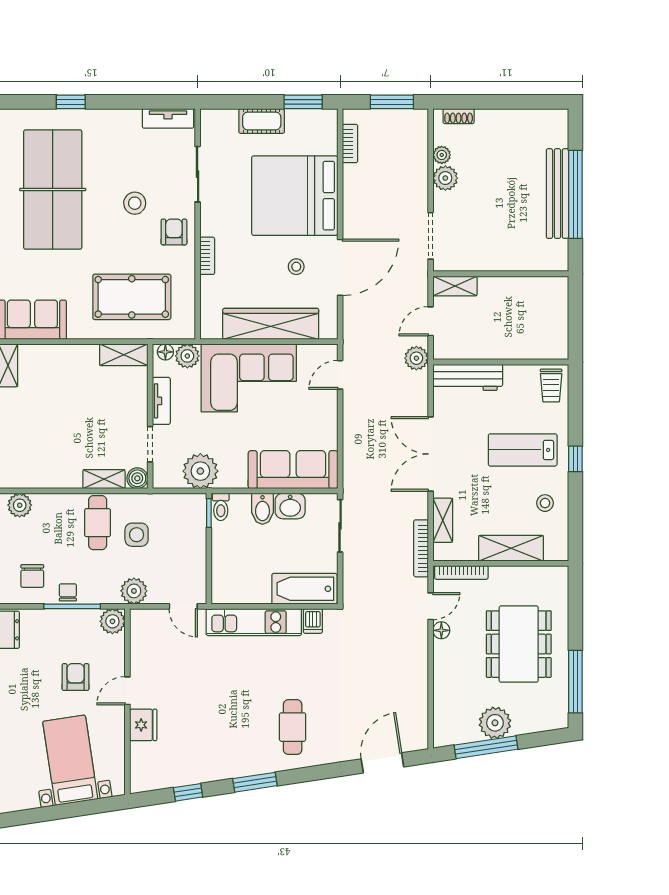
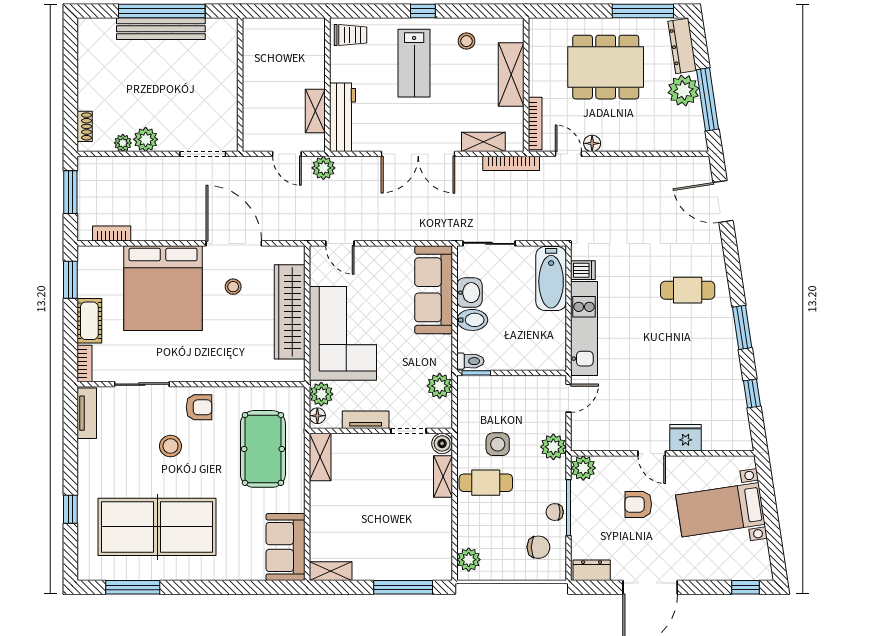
armchair: (174, 232) -> (199, 407), turned 180
bookcase: (207, 256) -> (84, 363), moved, turned 90
shelving: (455, 286) -> (315, 111), moved
plant: (200, 471) -> (440, 386), width x0.73, depth x0.73
dresser: (540, 721) -> (682, 46), added

